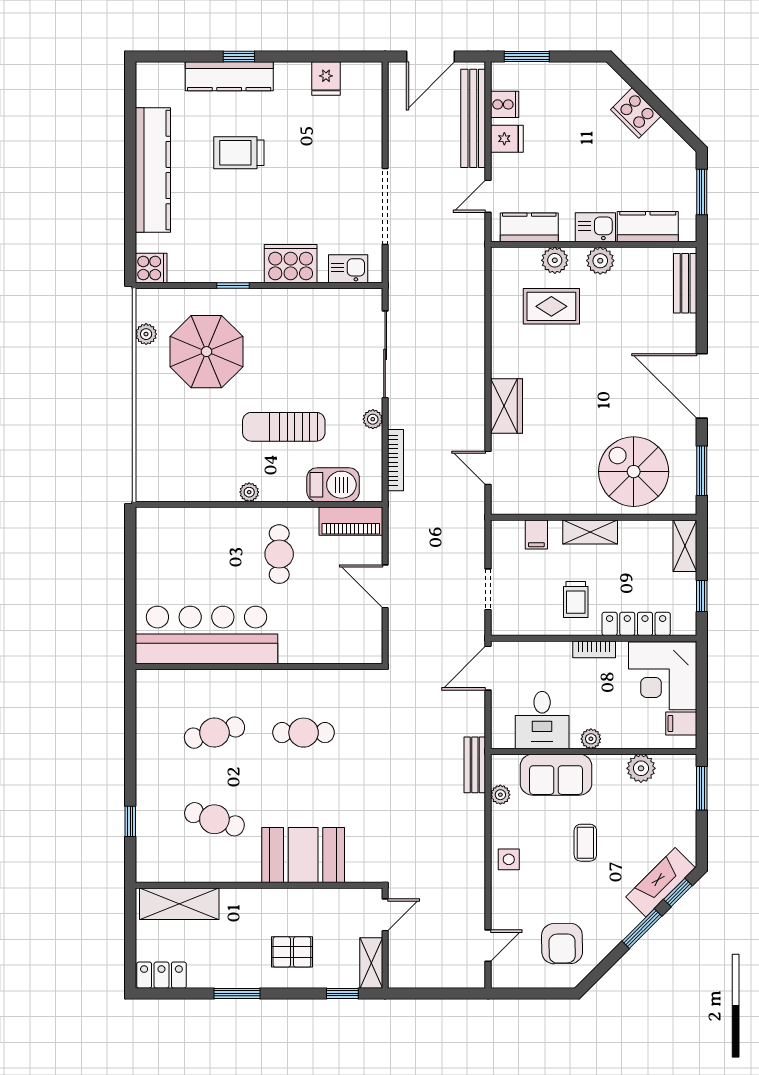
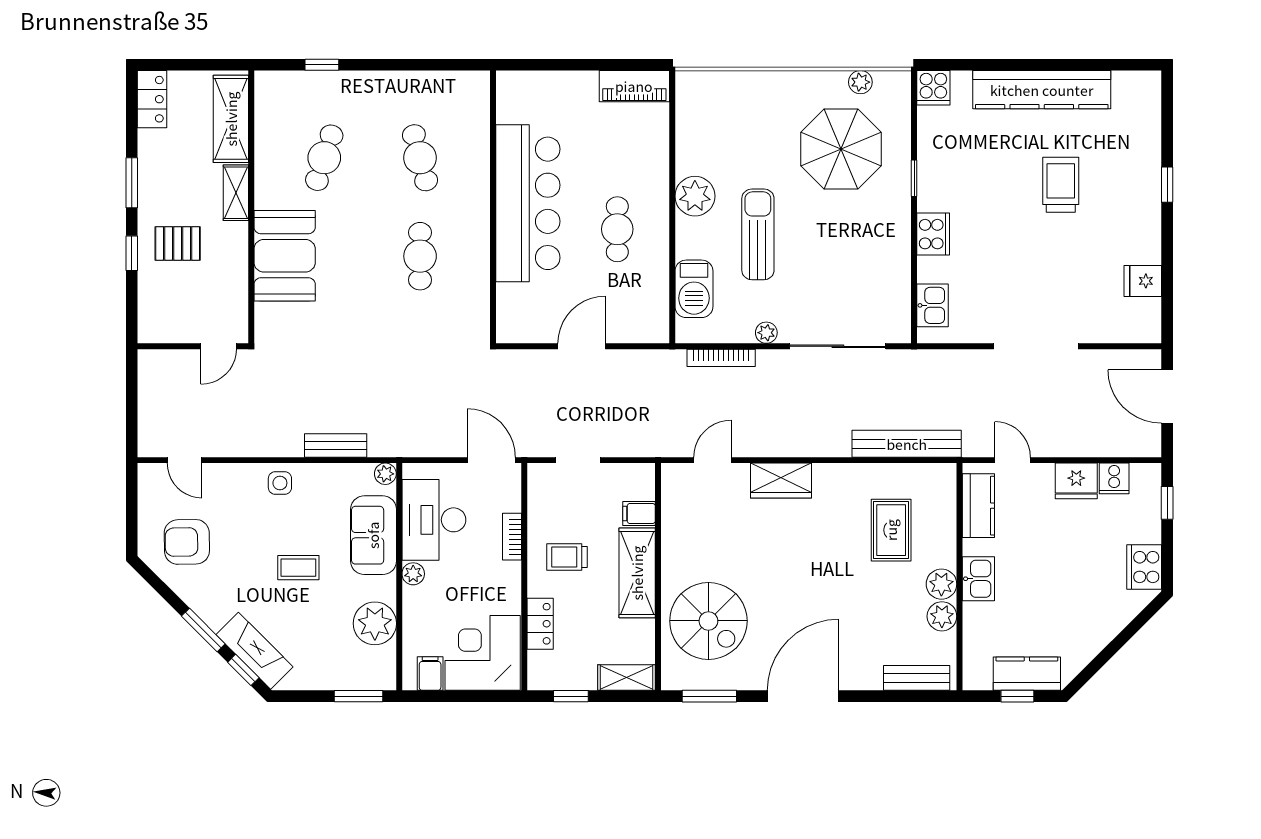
window: (527, 56) -> (1167, 503), width x0.67
kitchen counter: (229, 76) -> (1145, 174), removed
cooker: (636, 113) -> (1144, 567), moved, turned -45
bench: (473, 118) -> (907, 444), moved
fridge: (507, 139) -> (1076, 481), width x1.38
window: (702, 192) -> (1017, 696), width x0.67
doorway: (385, 206) -> (1036, 346), moved
kitchen counter: (648, 227) -> (1027, 674), moved, turned -90
plant: (555, 260) -> (942, 616), moved
cooker: (291, 264) -> (933, 234), width x0.73, depth x0.76
spiral stairs: (634, 472) -> (708, 621), turned 90
plant: (249, 492) -> (695, 196), width x1.87, depth x1.87
piano: (351, 521) -> (634, 86), moved, turned -90
shelving: (590, 532) -> (637, 573), width x1.50, depth x1.33
cafe table: (279, 554) -> (617, 229), turned 90
locker: (636, 624) -> (540, 624), width x0.66
bar counter: (207, 635) -> (528, 203), moved
bookcase: (594, 649) -> (512, 537), moved
desk: (542, 720) -> (434, 520), width x1.37
bench: (475, 765) -> (336, 445), moved
plant: (641, 768) -> (375, 623), width x1.36, depth x1.36
plant: (500, 795) -> (385, 474), moved
door: (385, 915) -> (219, 346), hinge flipped
pallet: (292, 952) -> (178, 243), turned 90
shelving: (371, 963) -> (236, 193), moved, turned 90
window: (342, 993) -> (132, 253), moved

